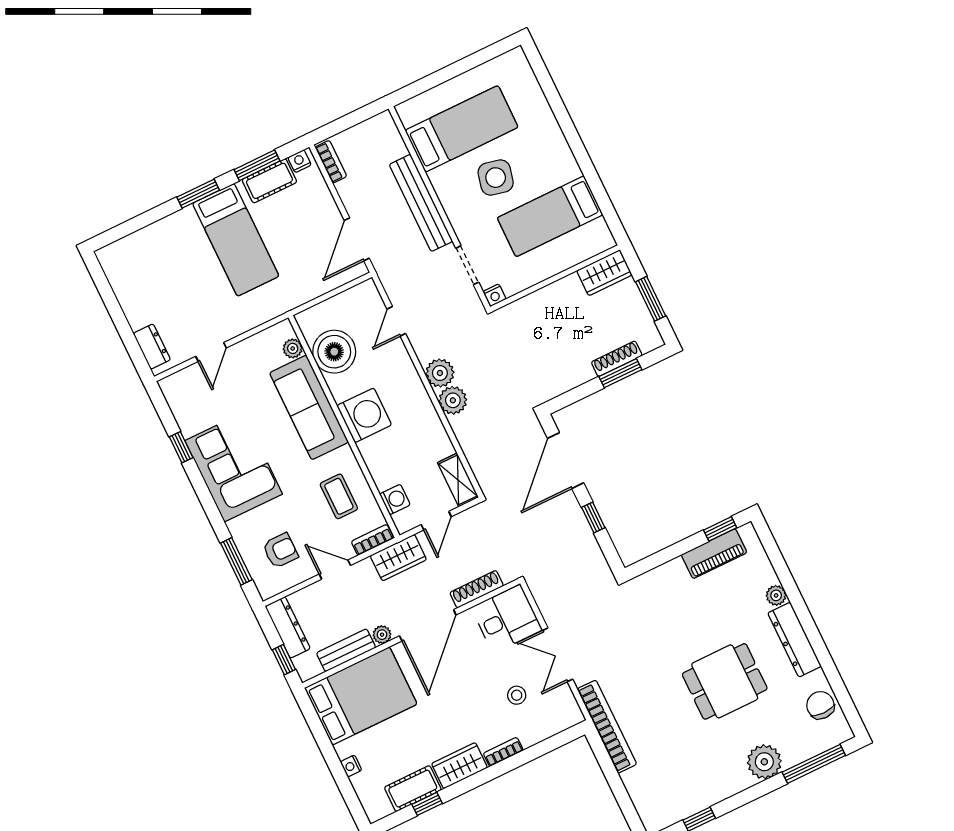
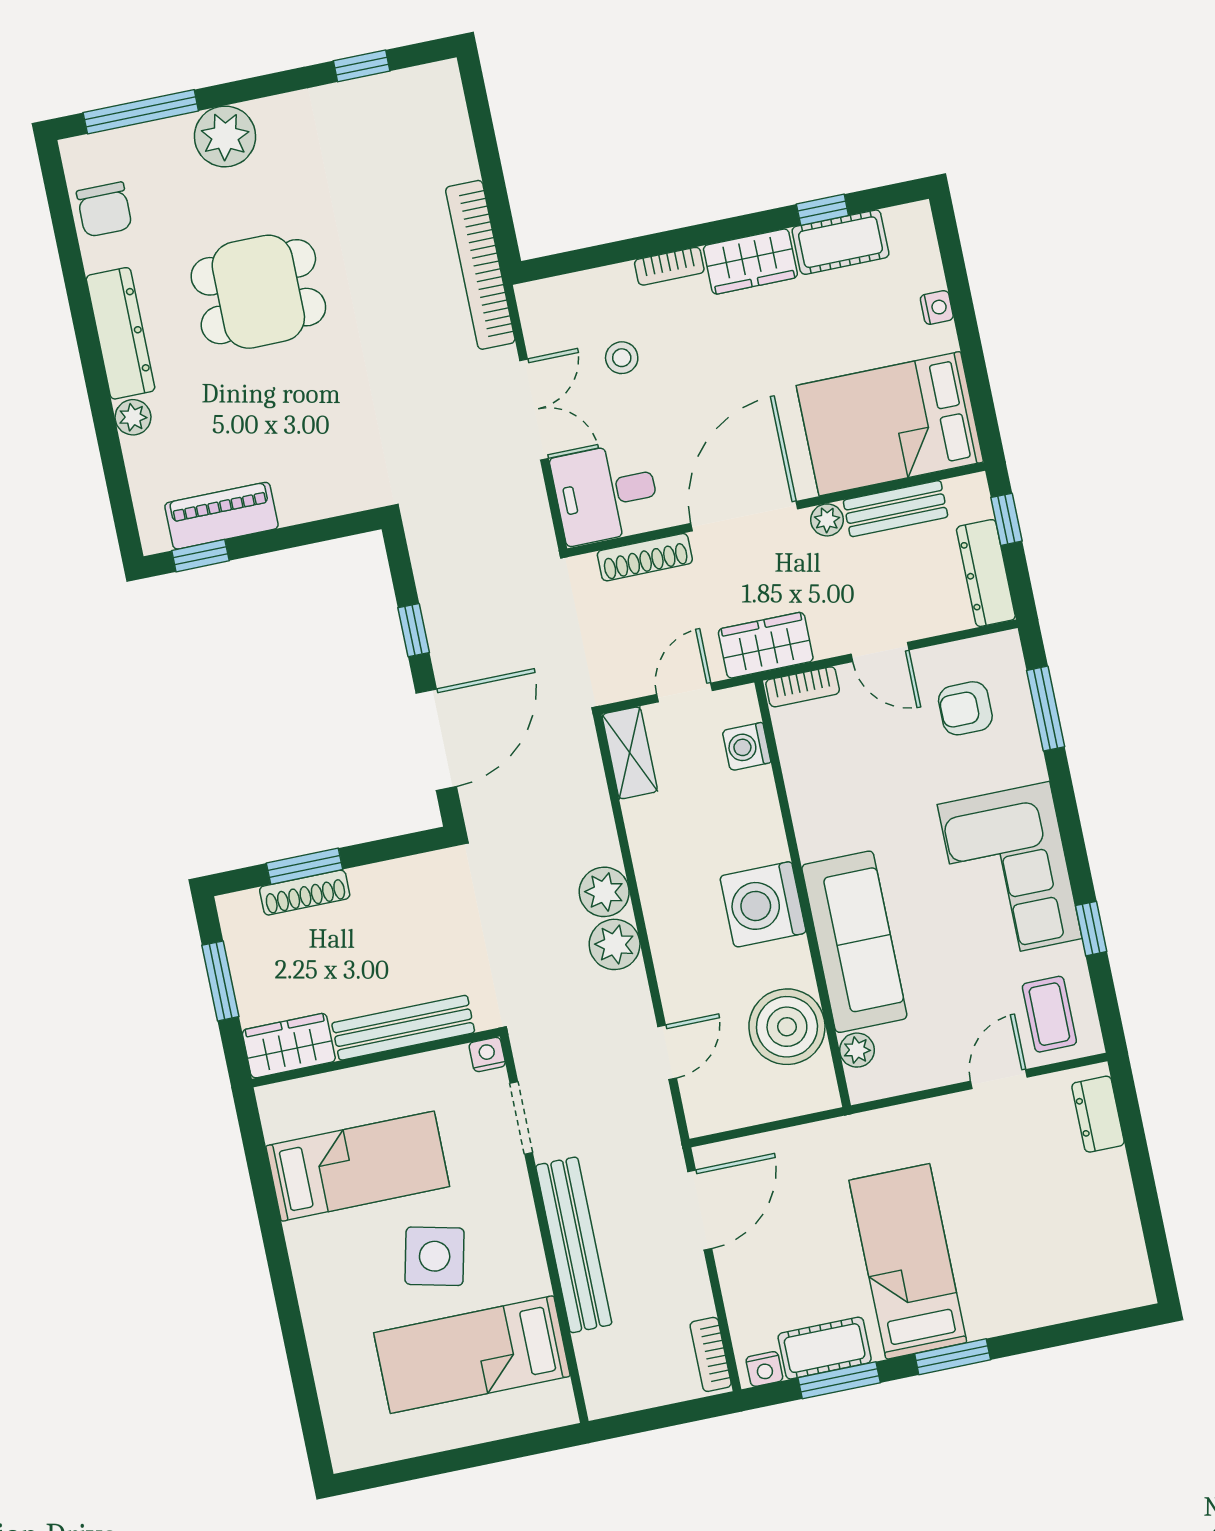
bench: (544, 298) -> (403, 1028), added
coffee table: (339, 496) -> (1049, 1014), moved

